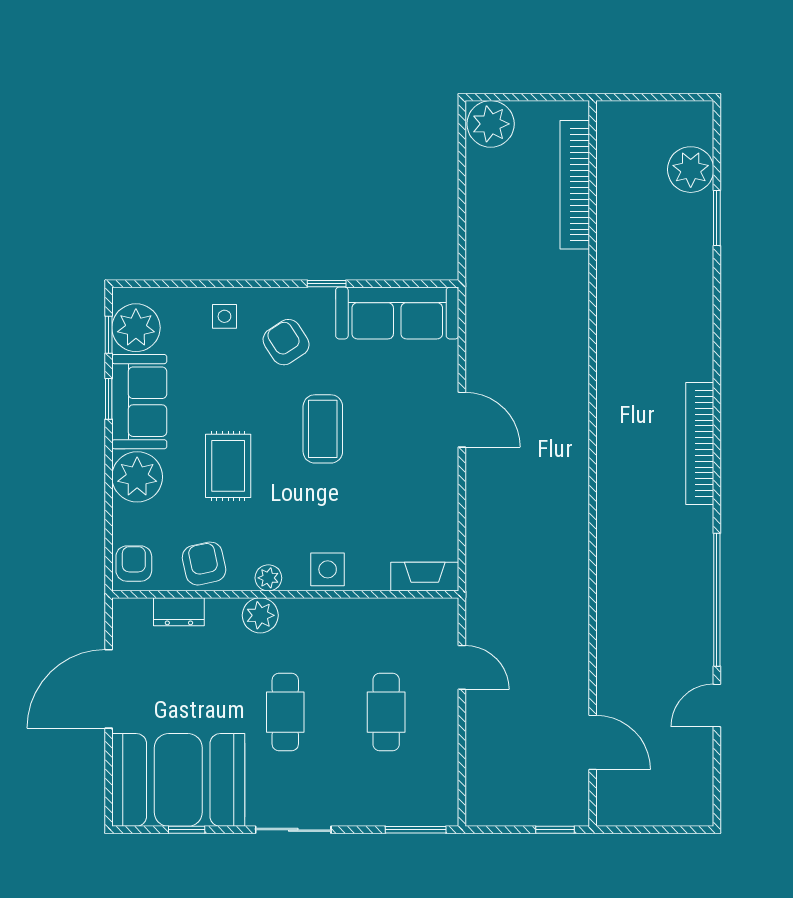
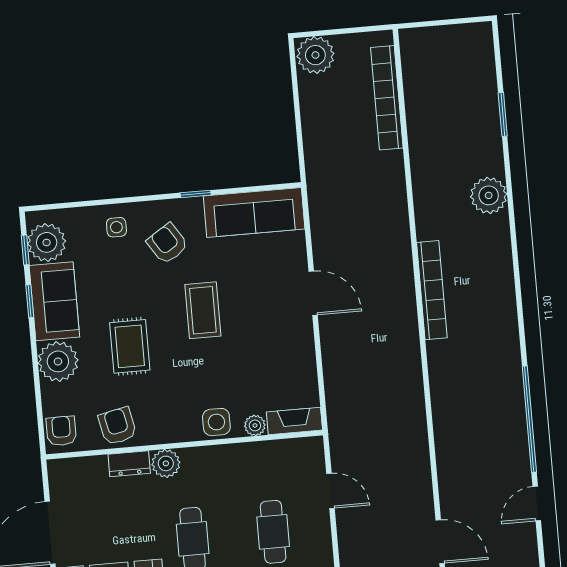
plant: (691, 170) -> (489, 195), moved
bookcase: (700, 444) -> (432, 290), moved, turned 180
plant: (268, 578) -> (255, 425), moved
dresser: (179, 612) -> (129, 464), moved

